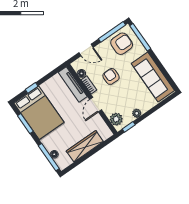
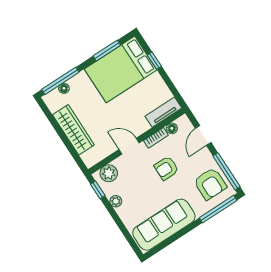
armchair: (111, 76) -> (166, 168), turned 180
tv unit: (73, 84) -> (163, 112), width x0.71

